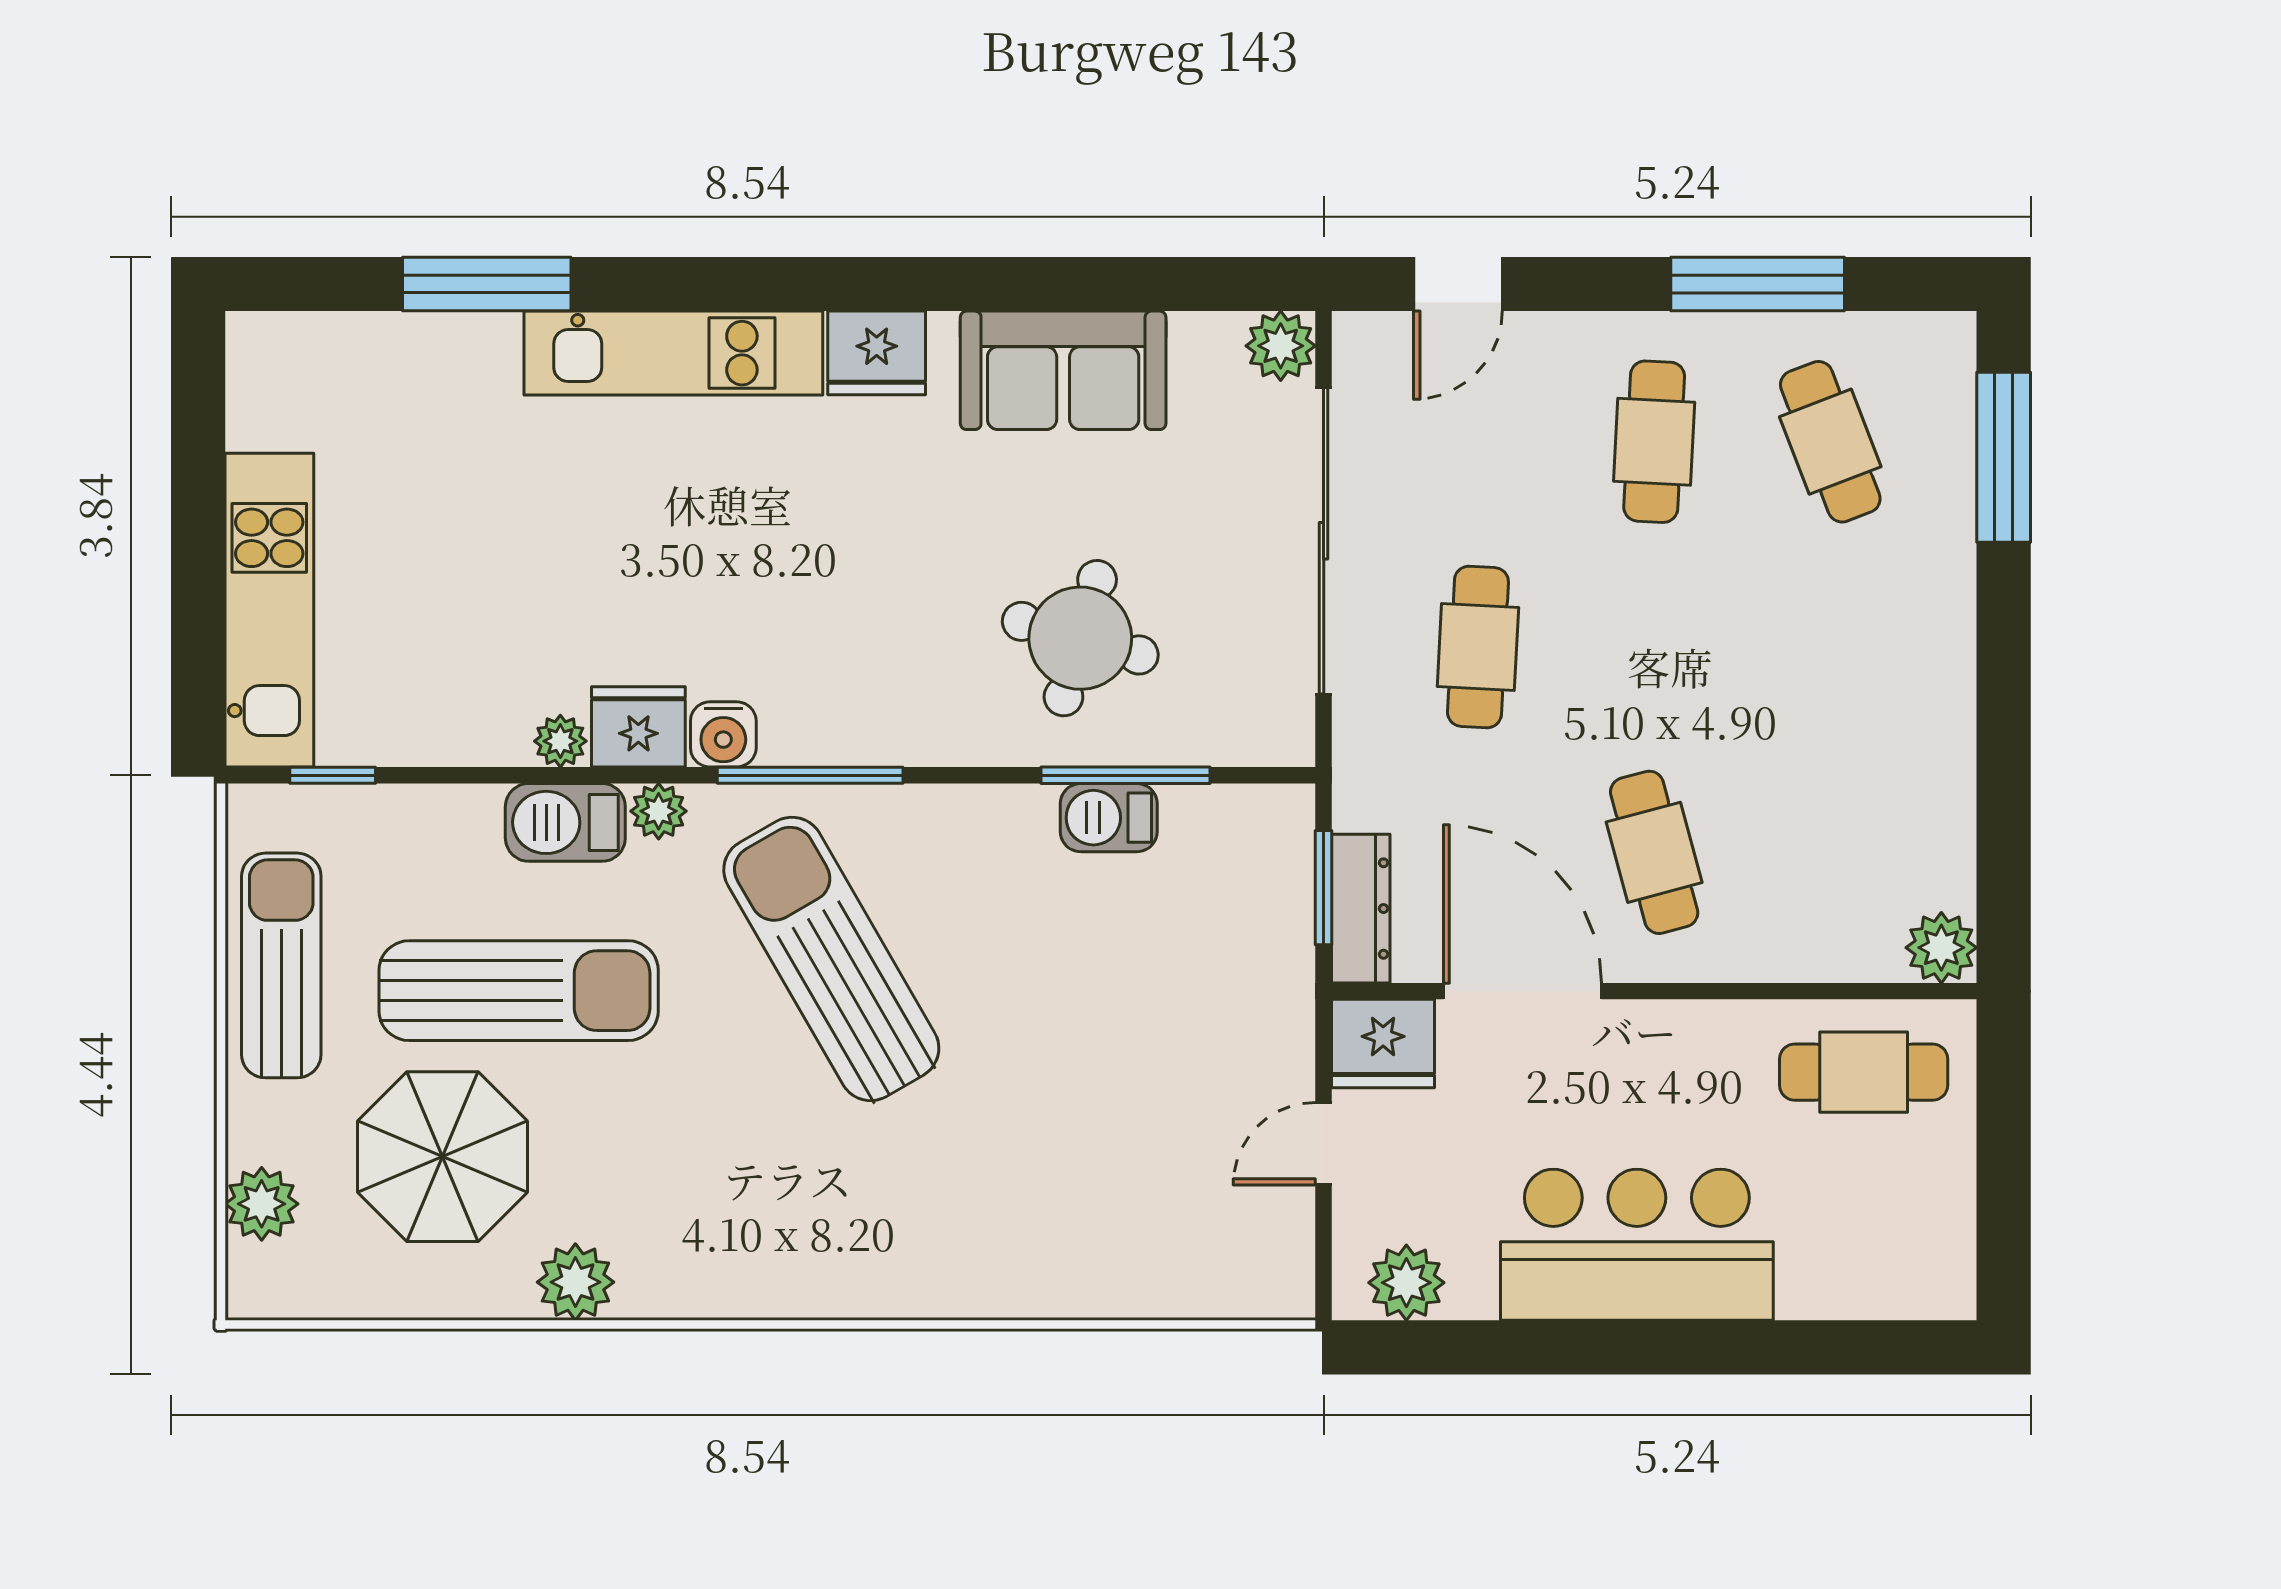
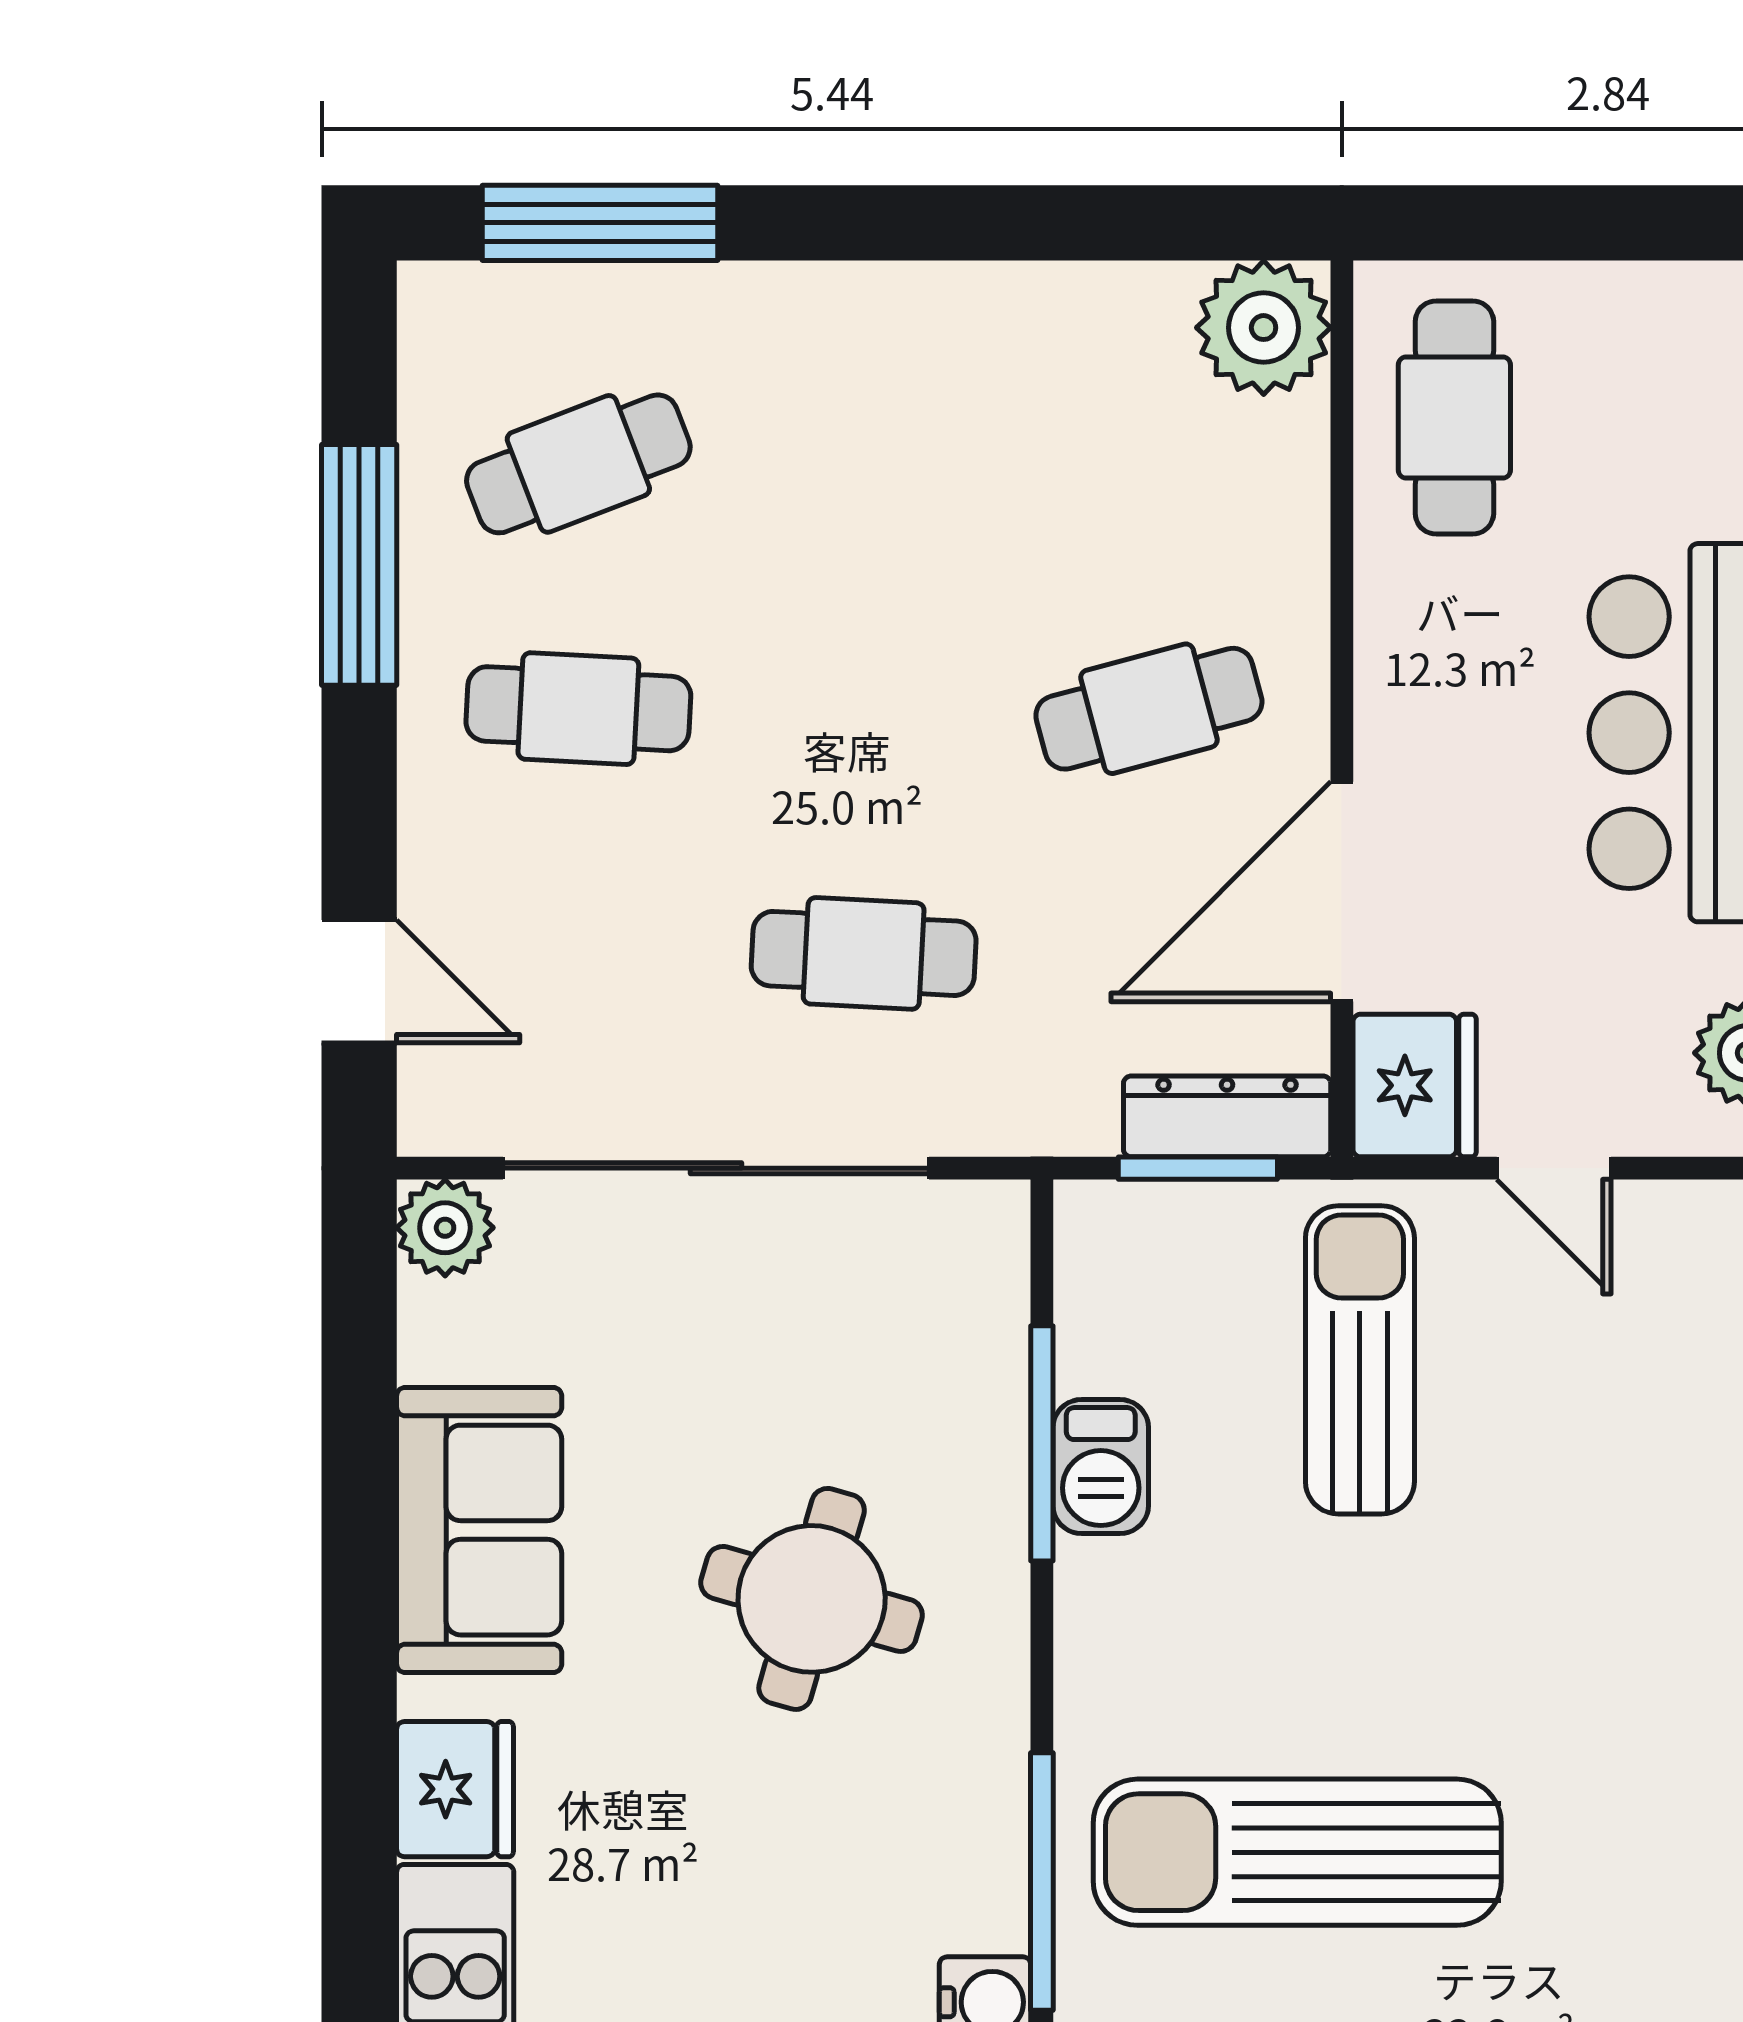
round table: (1080, 638) -> (812, 1599), moved
plant: (1941, 948) -> (1264, 328), width x1.36, depth x1.36
sun lounger: (831, 959) -> (1297, 1852), turned 30
sun lounger: (1186, 1004) -> (1360, 1360), added

